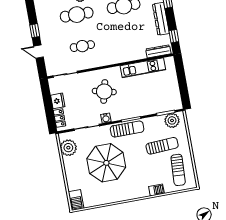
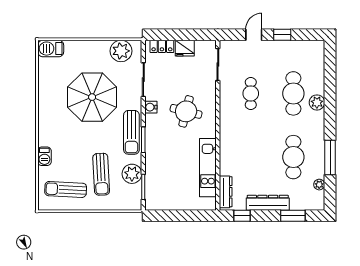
plant: (172, 120) -> (132, 174), moved

